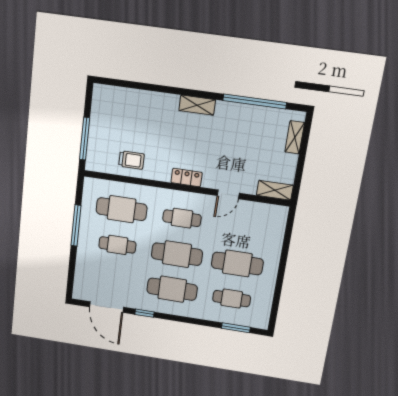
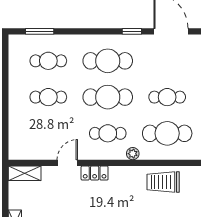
trolley: (131, 160) -> (163, 182), width x1.36, depth x1.39
locker: (187, 178) -> (95, 173), moved
plant: (159, 194) -> (133, 154), added
cafe table: (237, 263) -> (48, 97), width x0.73, depth x0.74

